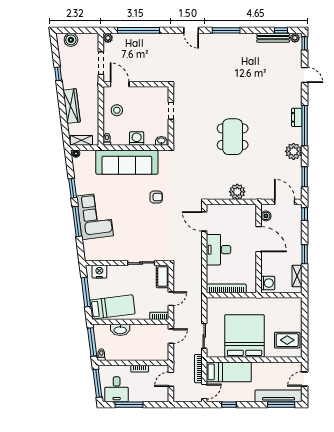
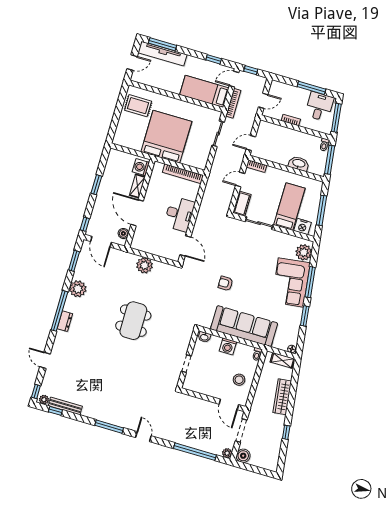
boiler: (71, 40) -> (243, 456), moved
plant: (91, 248) -> (304, 252), added
shelving: (297, 276) -> (137, 186), moved
bed: (112, 307) -> (289, 207), moved, turned 97
bed: (245, 336) -> (166, 137), moved, turned 180
window: (191, 405) -> (251, 70), added

